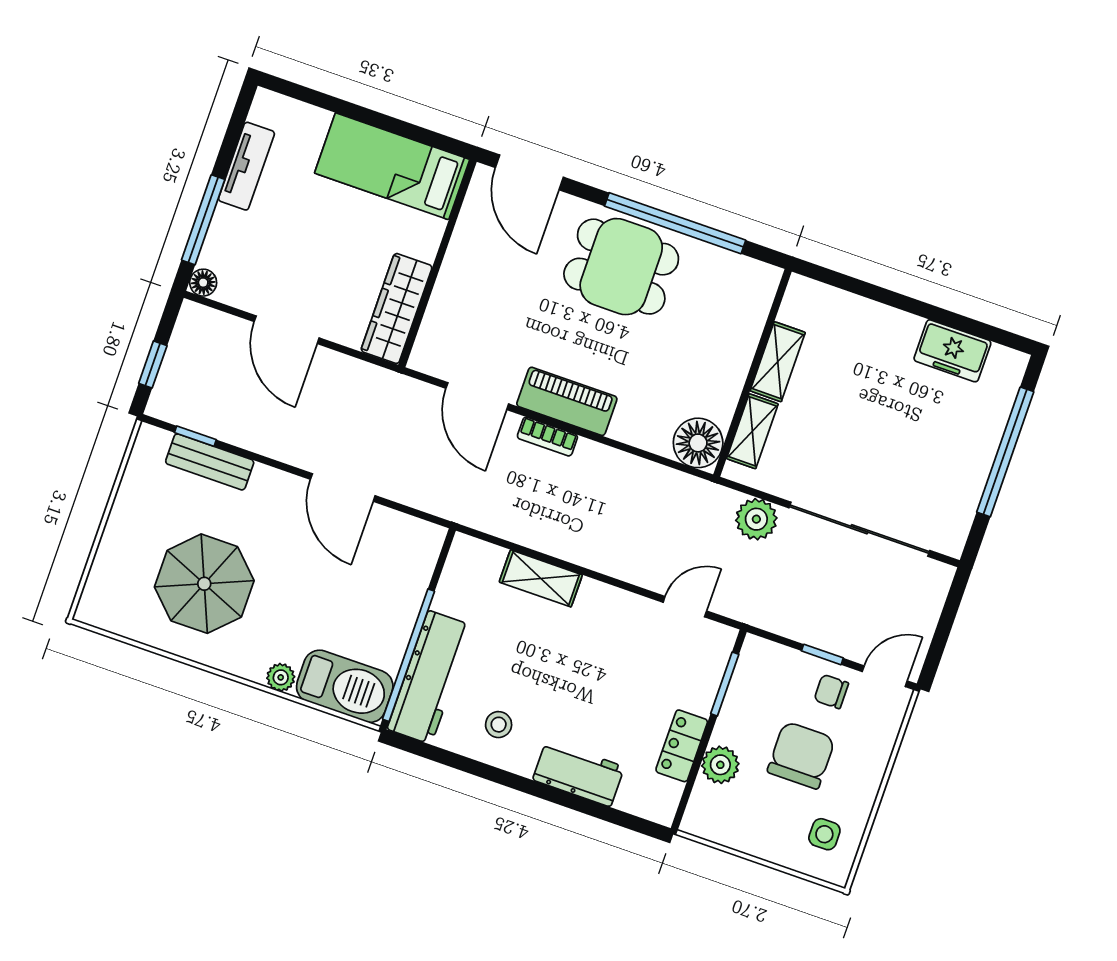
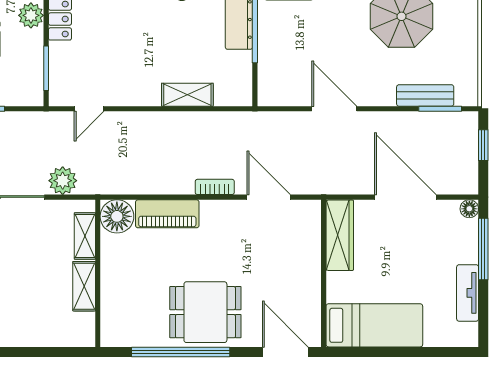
door: (287, 330) -> (405, 197), width x1.36
piano: (567, 401) -> (167, 214), moved
window: (195, 436) -> (440, 109), width x1.50

